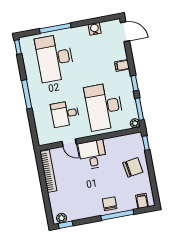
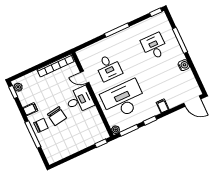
water cooler: (95, 29) -> (184, 65), moved
door: (125, 32) -> (192, 101), hinge flipped
desk: (55, 58) -> (154, 46), width x0.53, depth x0.77
desk: (65, 114) -> (109, 68), turned 180
door: (69, 143) -> (85, 77), hinge flipped
chair: (133, 167) -> (57, 116), moved
filing cabinet: (142, 201) -> (30, 109), moved

